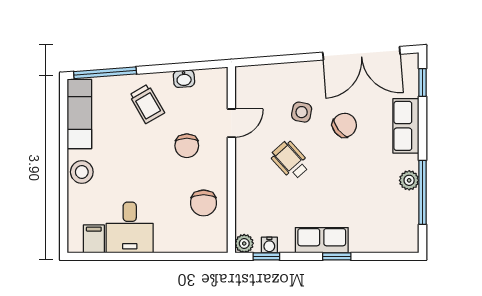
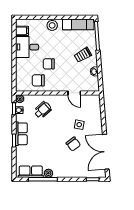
row of seats: (406, 126) -> (31, 172), moved
chair: (187, 146) -> (49, 64), moved
wheelchair: (290, 160) -> (43, 110), moved

